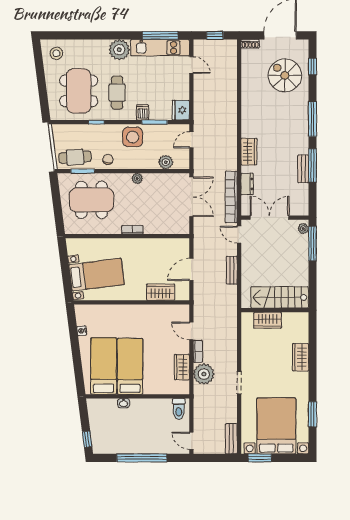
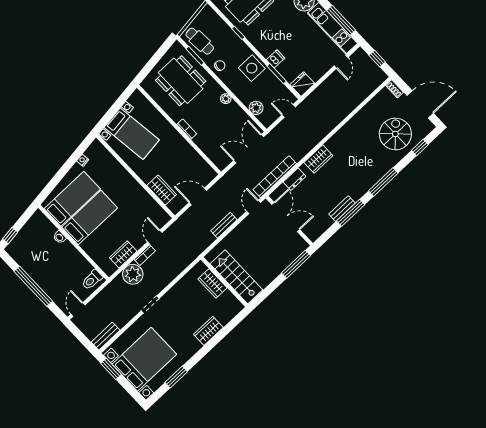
cafe table: (117, 93) -> (273, 28), removed
double door: (191, 197) -> (249, 149), swing flipped
plant: (303, 228) -> (300, 248), removed

